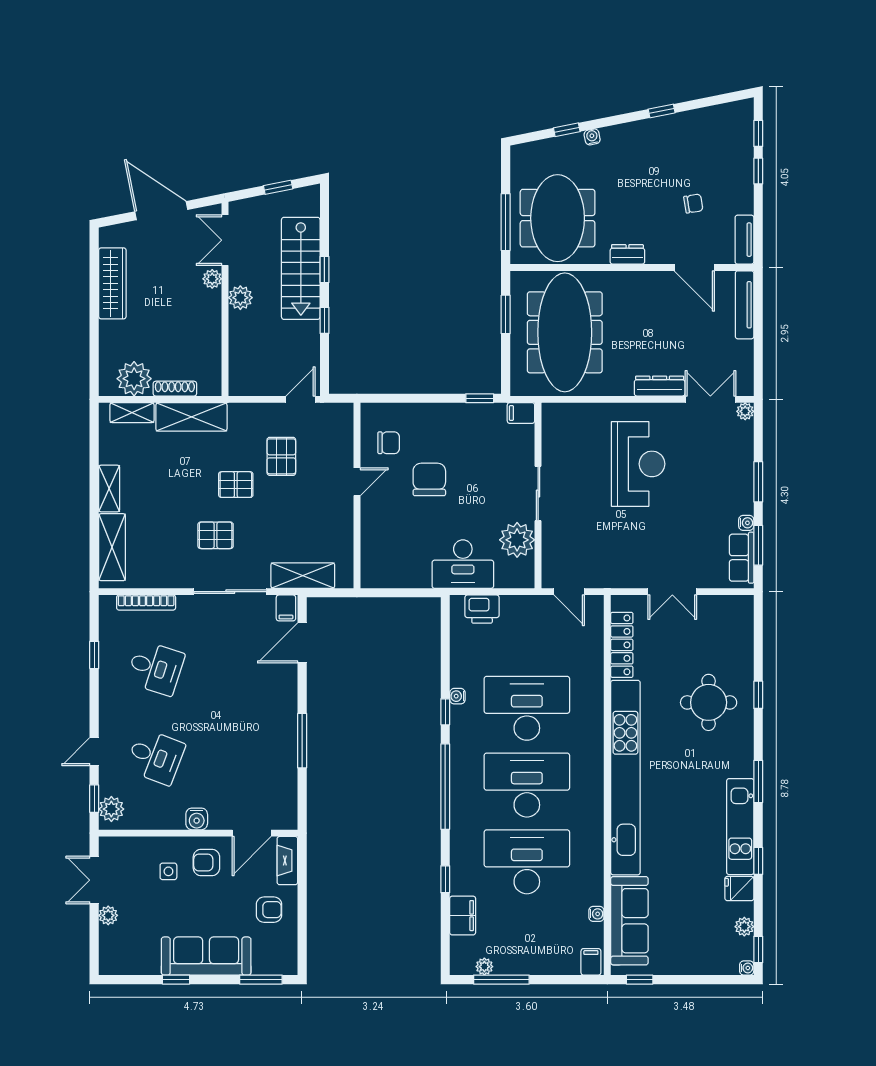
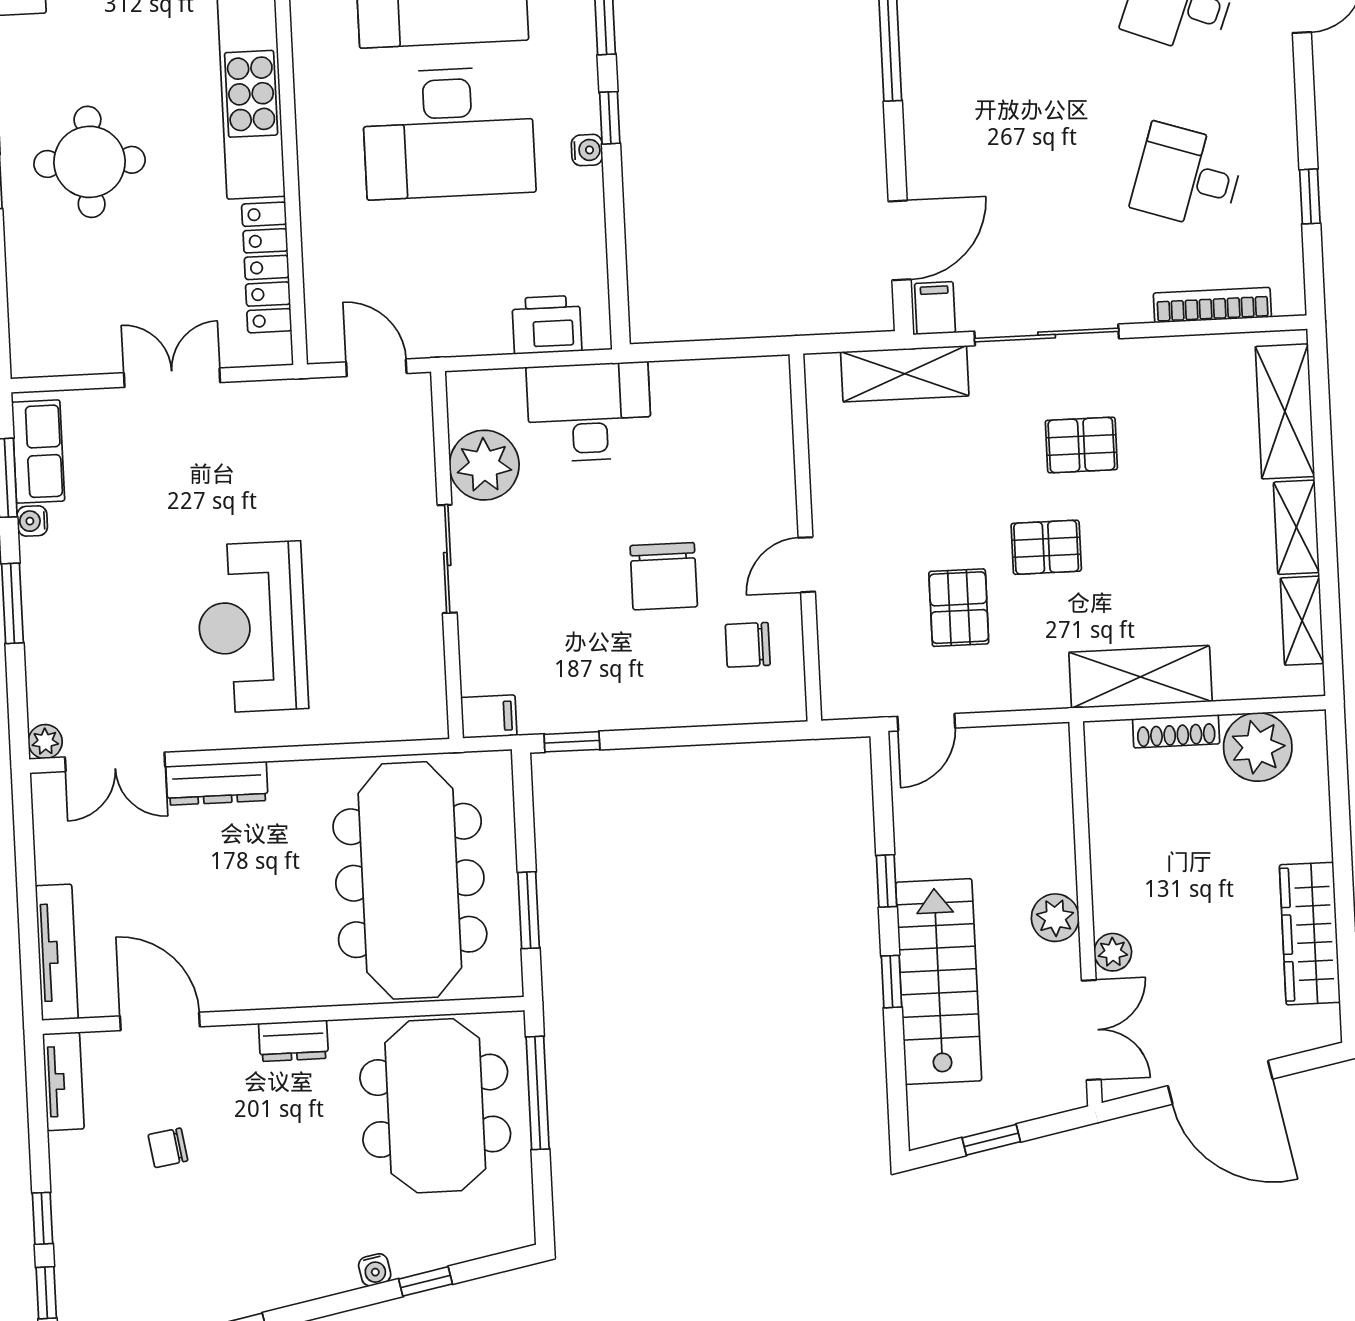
shelving: (132, 413) -> (1302, 621), moved, turned 90

